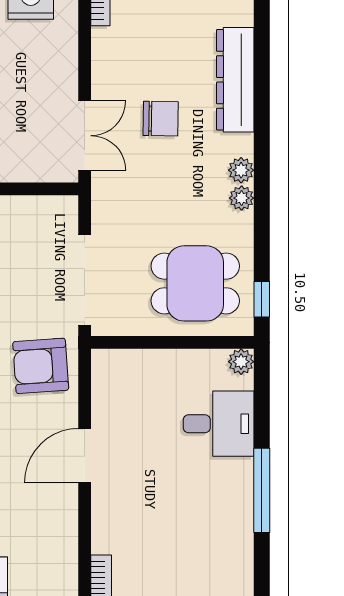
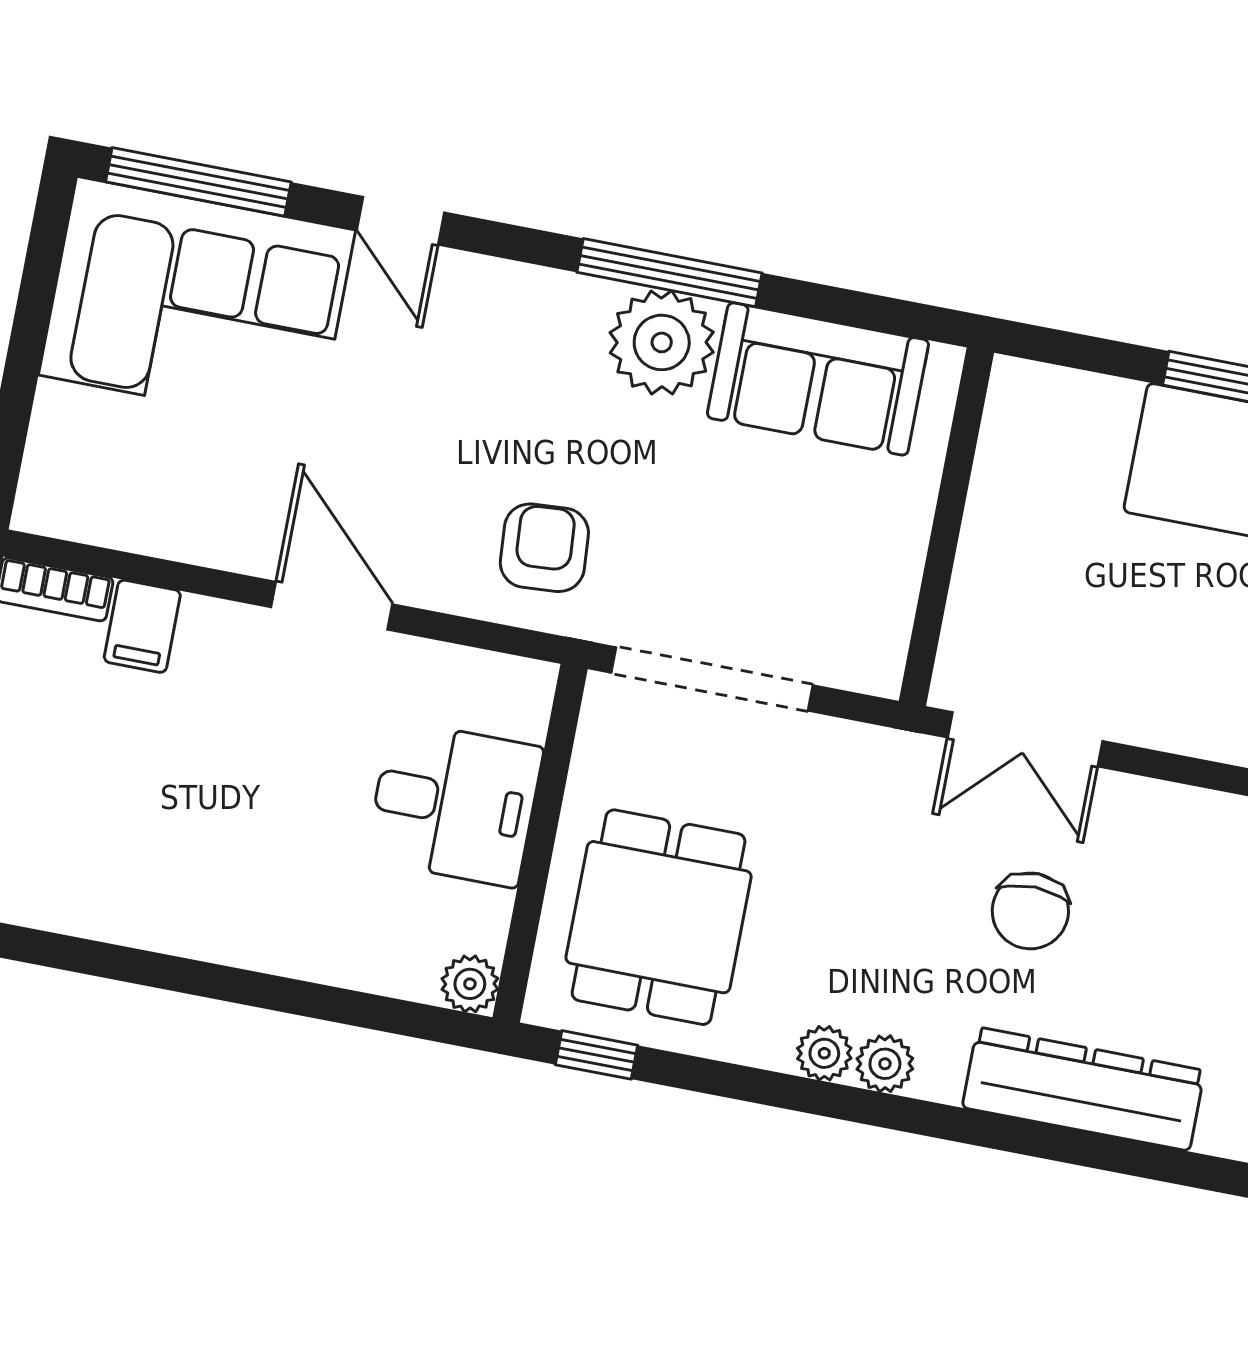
armchair: (41, 366) -> (544, 548), width x0.72, depth x0.72
desk: (219, 424) -> (454, 804), moved, turned -90
window: (262, 490) -> (182, 975), removed
filing cabinet: (110, 538) -> (142, 626), added

